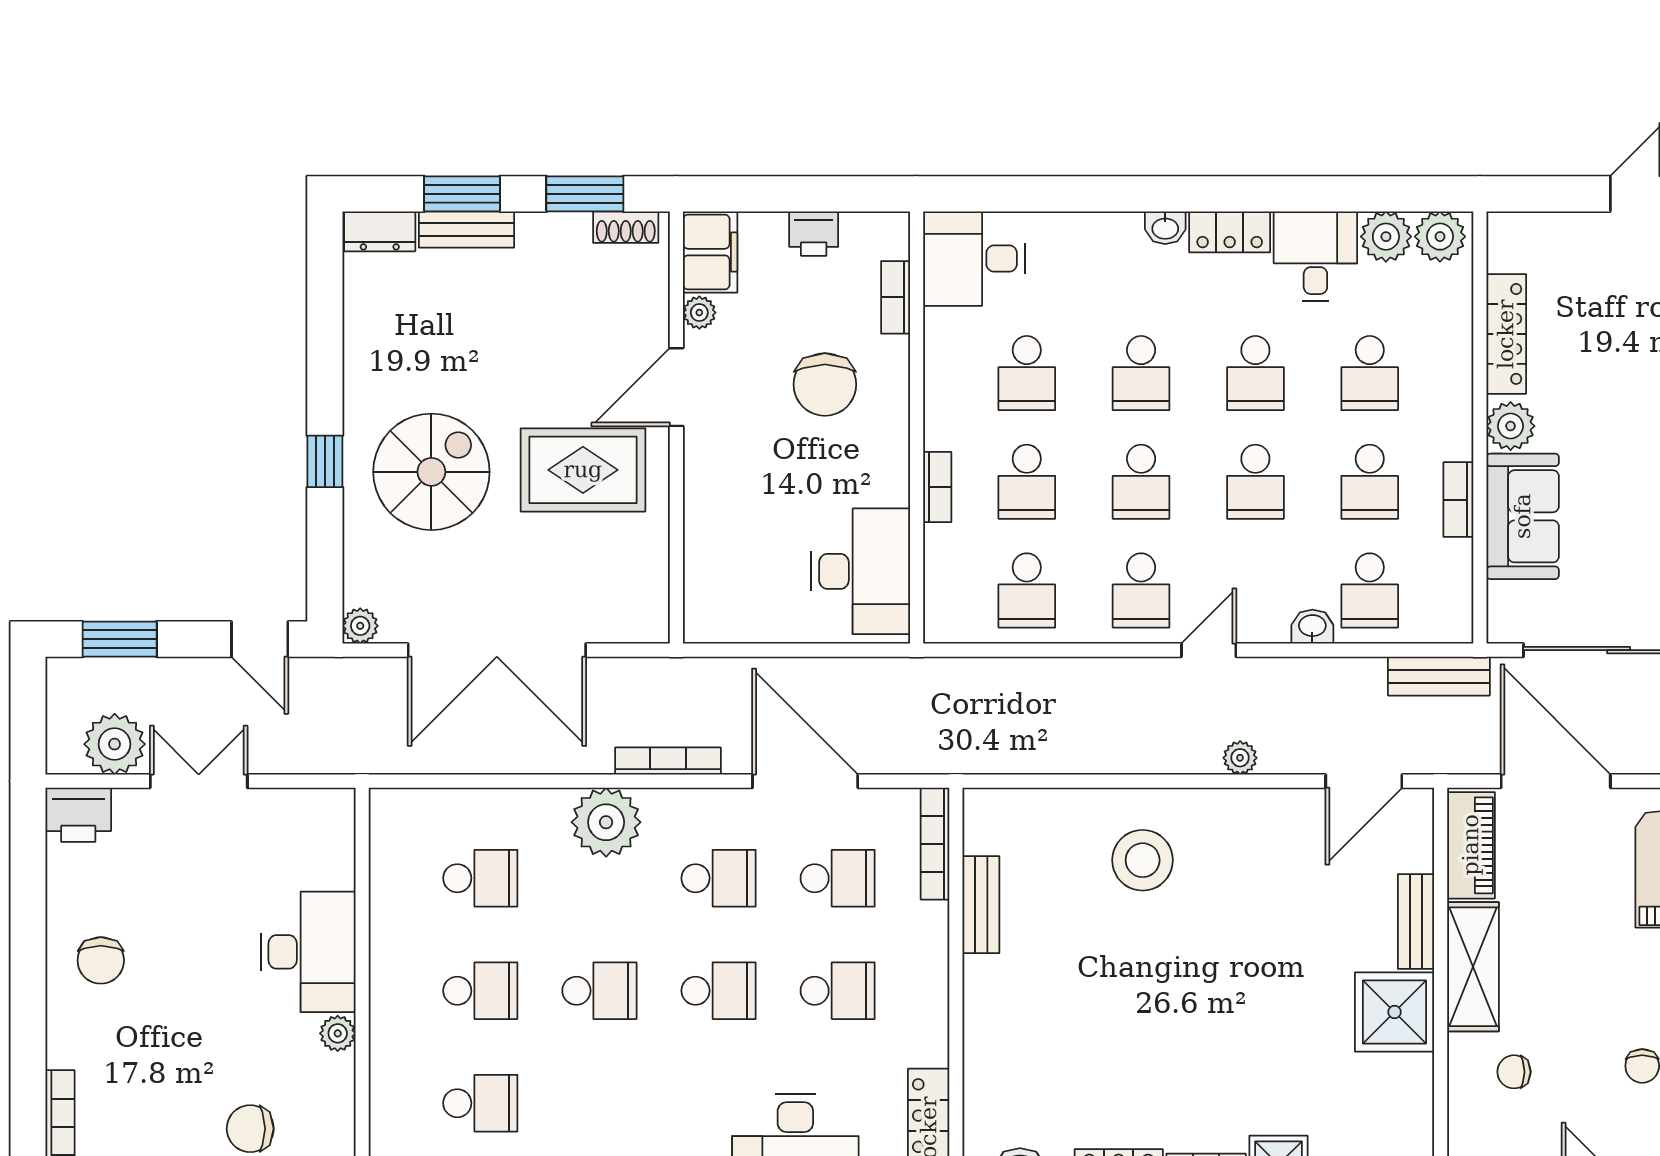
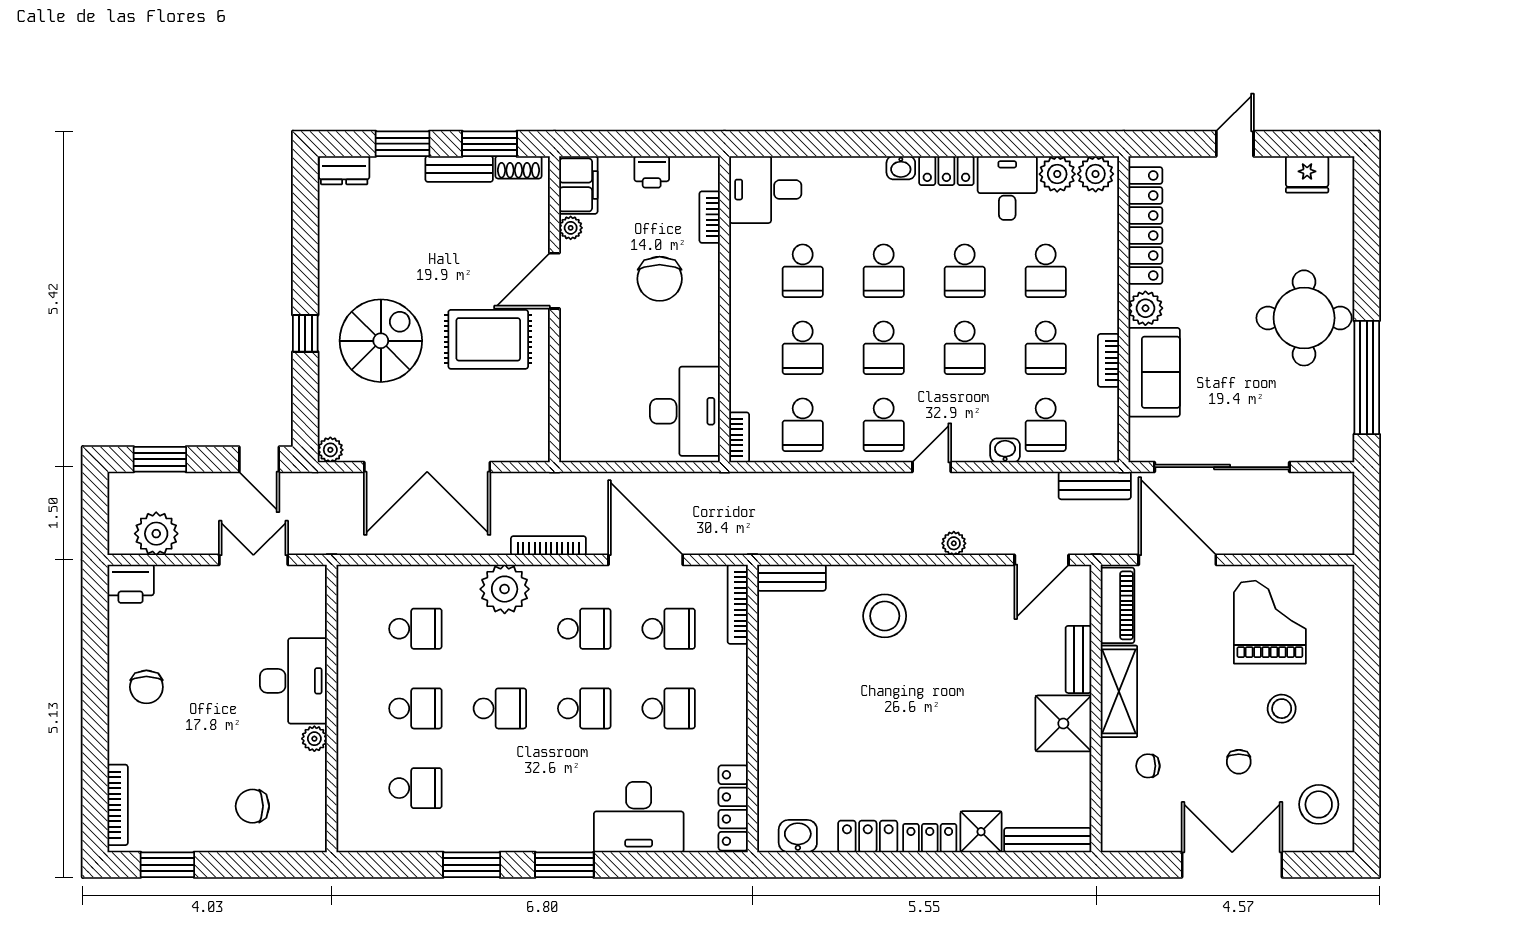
bench: (466, 229) -> (459, 169), moved
locker: (1506, 334) -> (1145, 225), width x1.41, depth x1.21
bookcase: (937, 487) -> (739, 437), moved
double door: (199, 781) -> (253, 560), moved
bench: (981, 905) -> (791, 578), moved, turned 90

